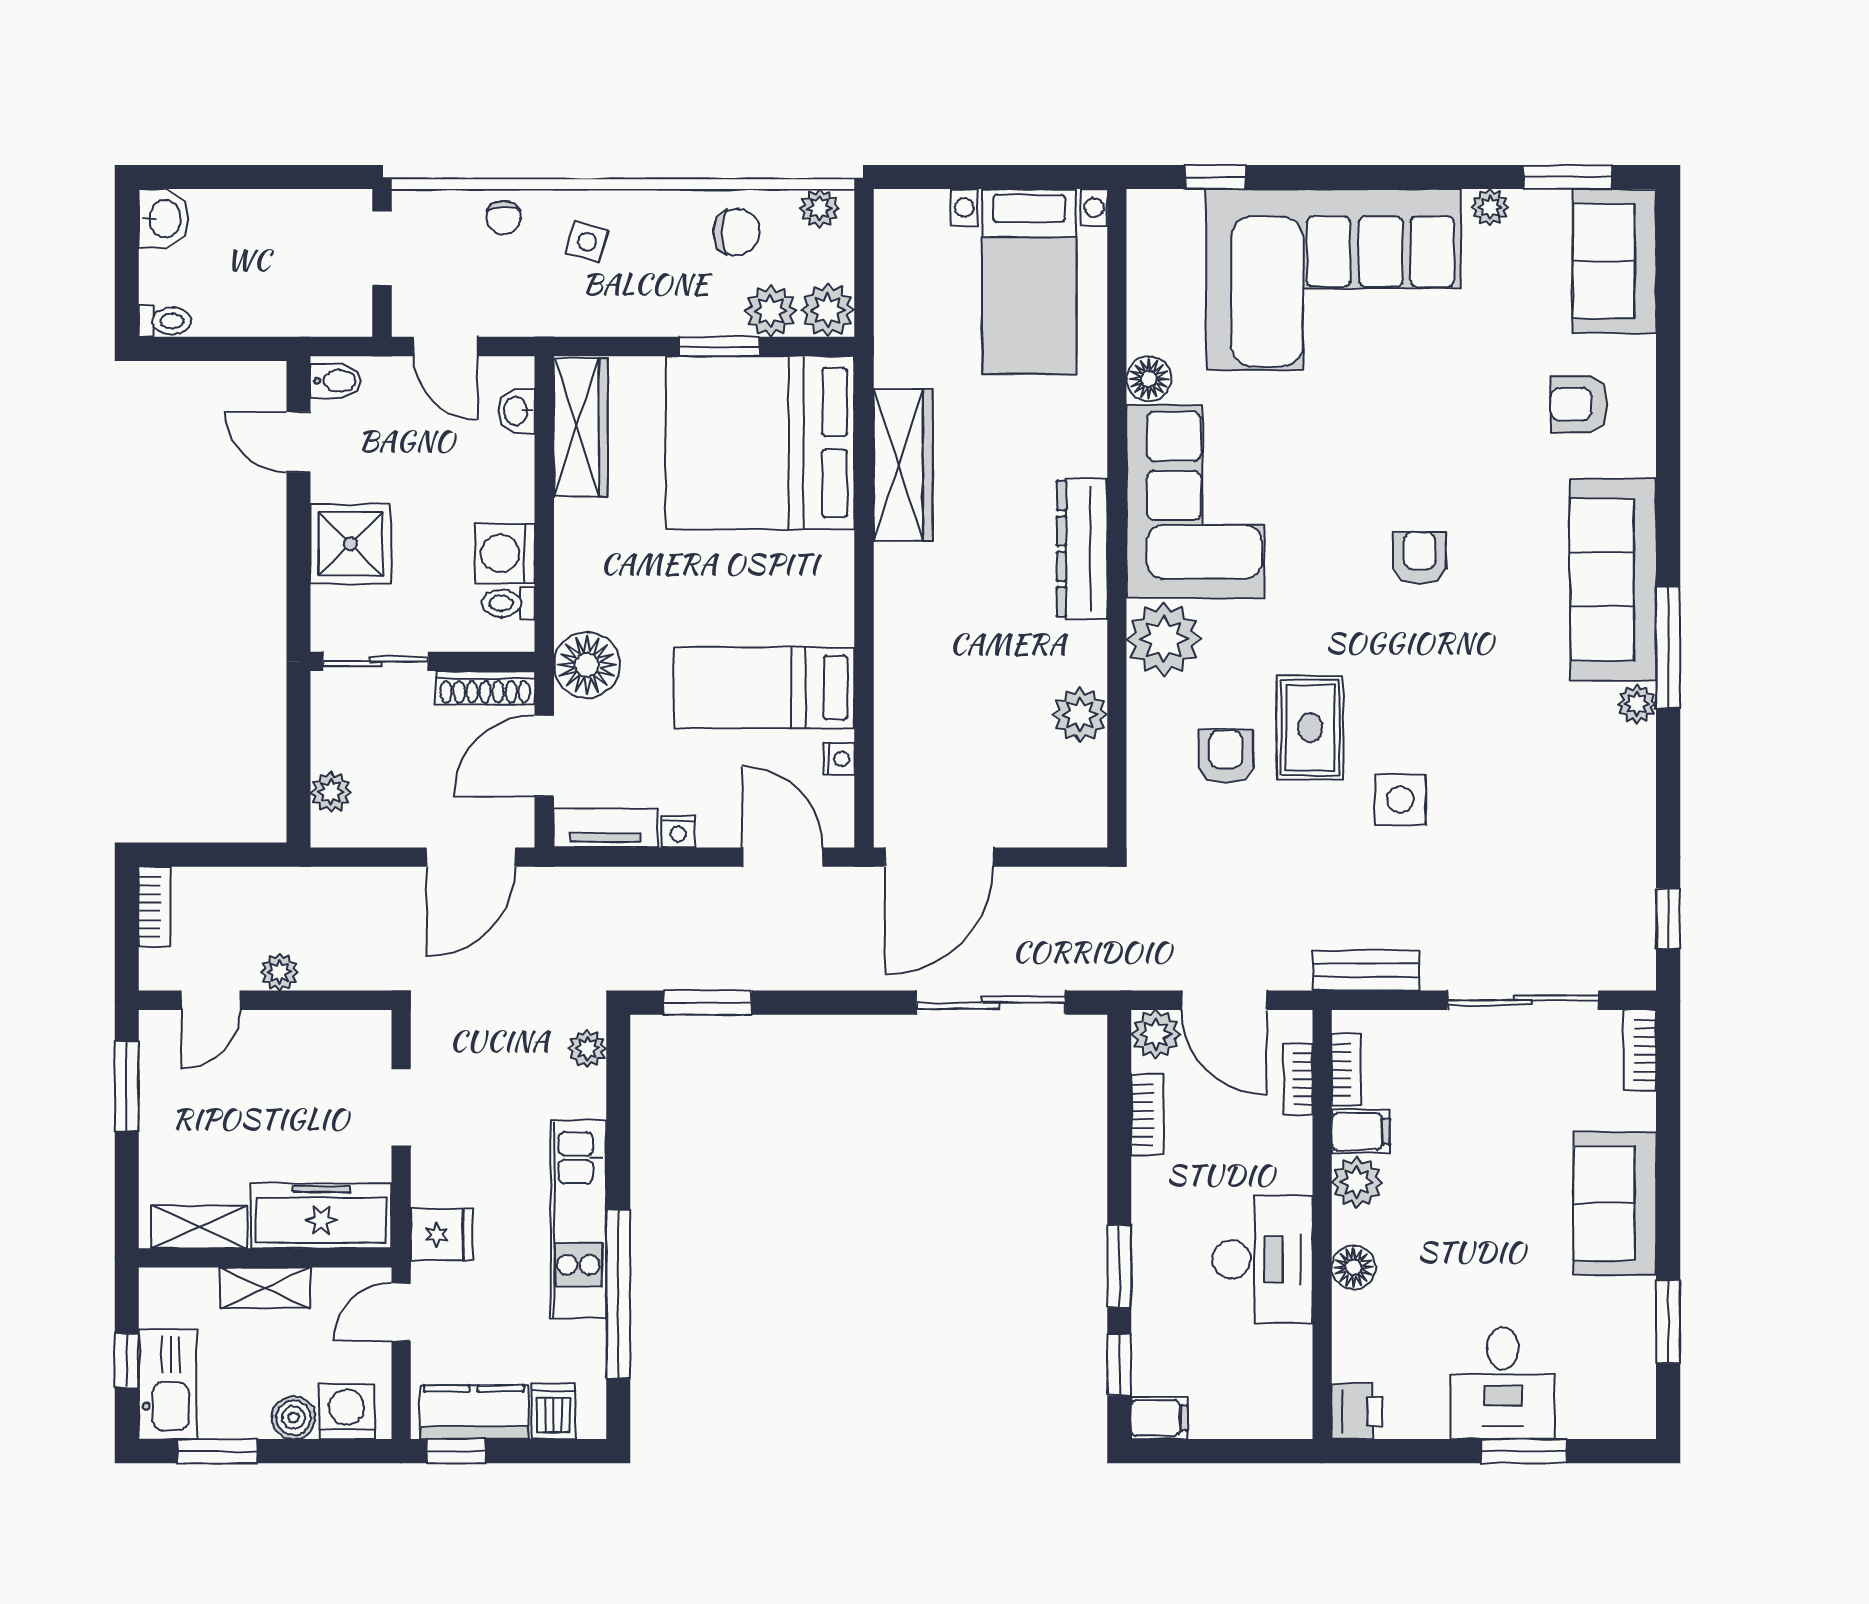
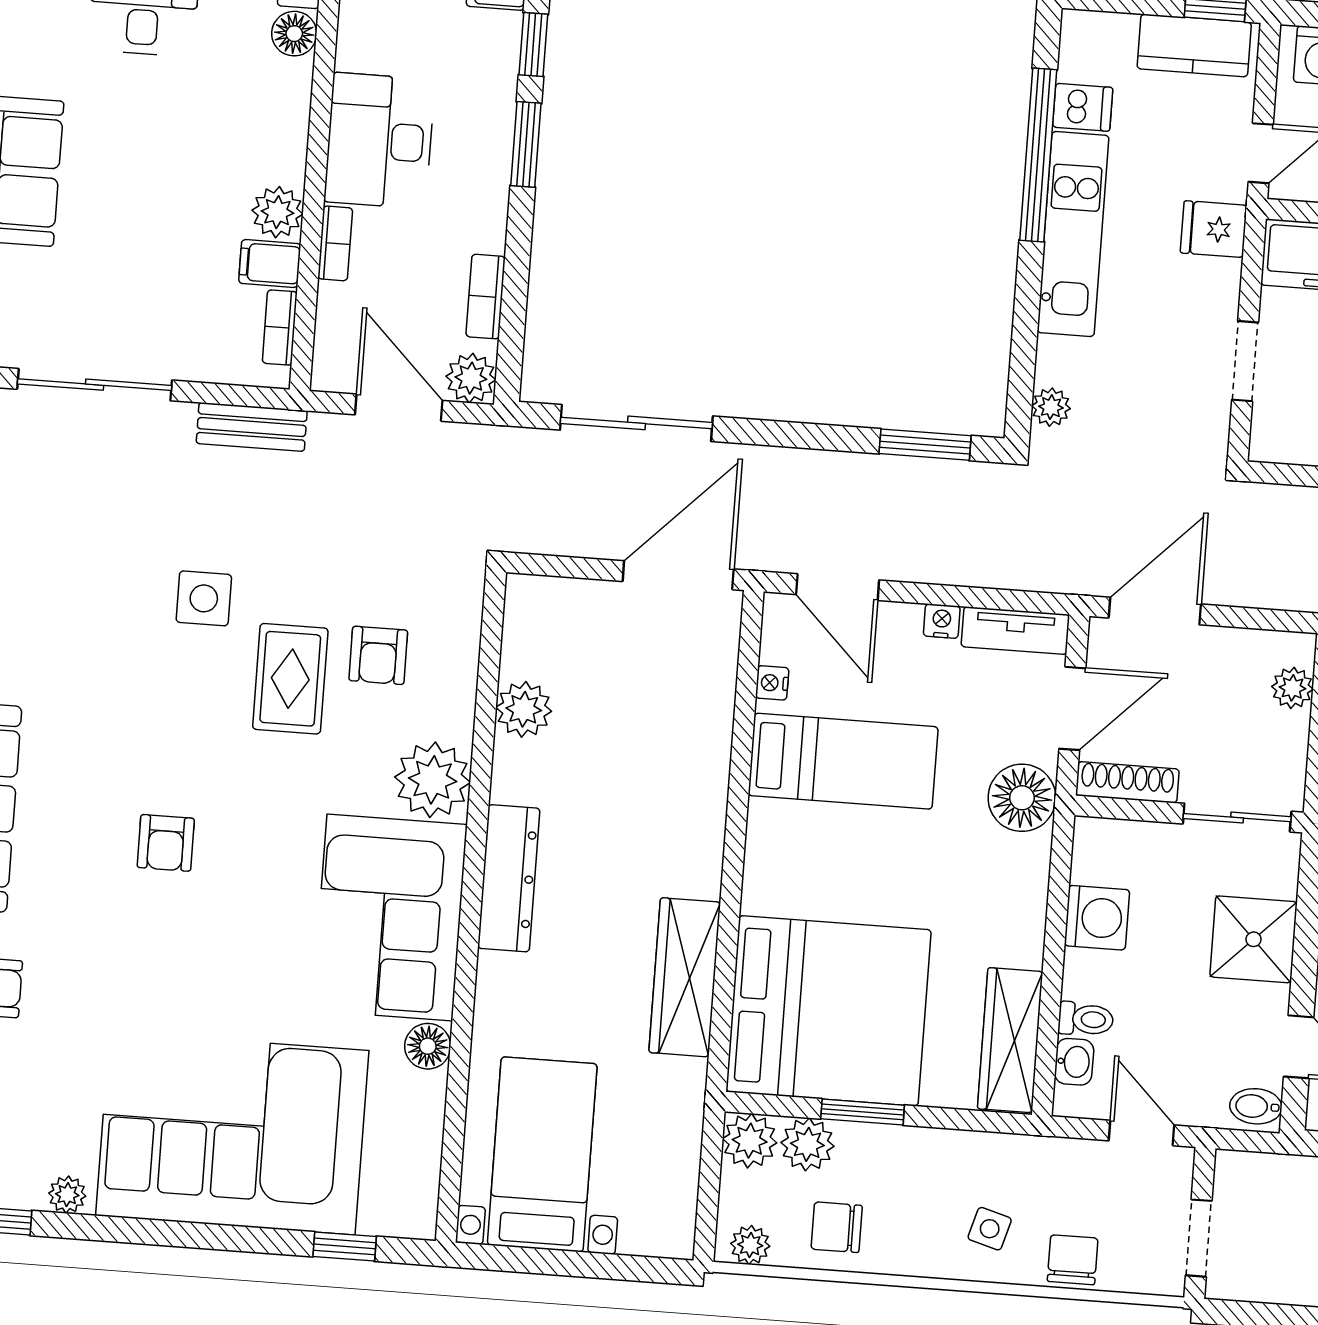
chair: (504, 218) -> (1073, 1260), width x1.37, depth x1.37
toilet: (508, 603) -> (1086, 1019), moved
bookcase: (1298, 1079) -> (335, 243), moved
floor lamp: (1354, 1267) -> (294, 34), moved
dishwasher: (554, 1411) -> (1083, 107), moved, turned -90

